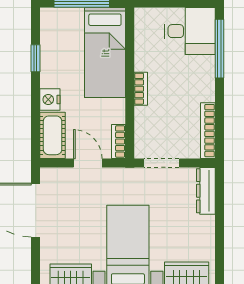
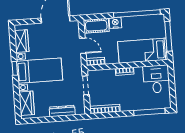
desk: (190, 31) -> (156, 79), moved, turned 180
window: (36, 58) -> (137, 14), width x3.17
door: (88, 163) -> (83, 46), hinge flipped
dresser: (206, 191) -> (62, 111), moved

